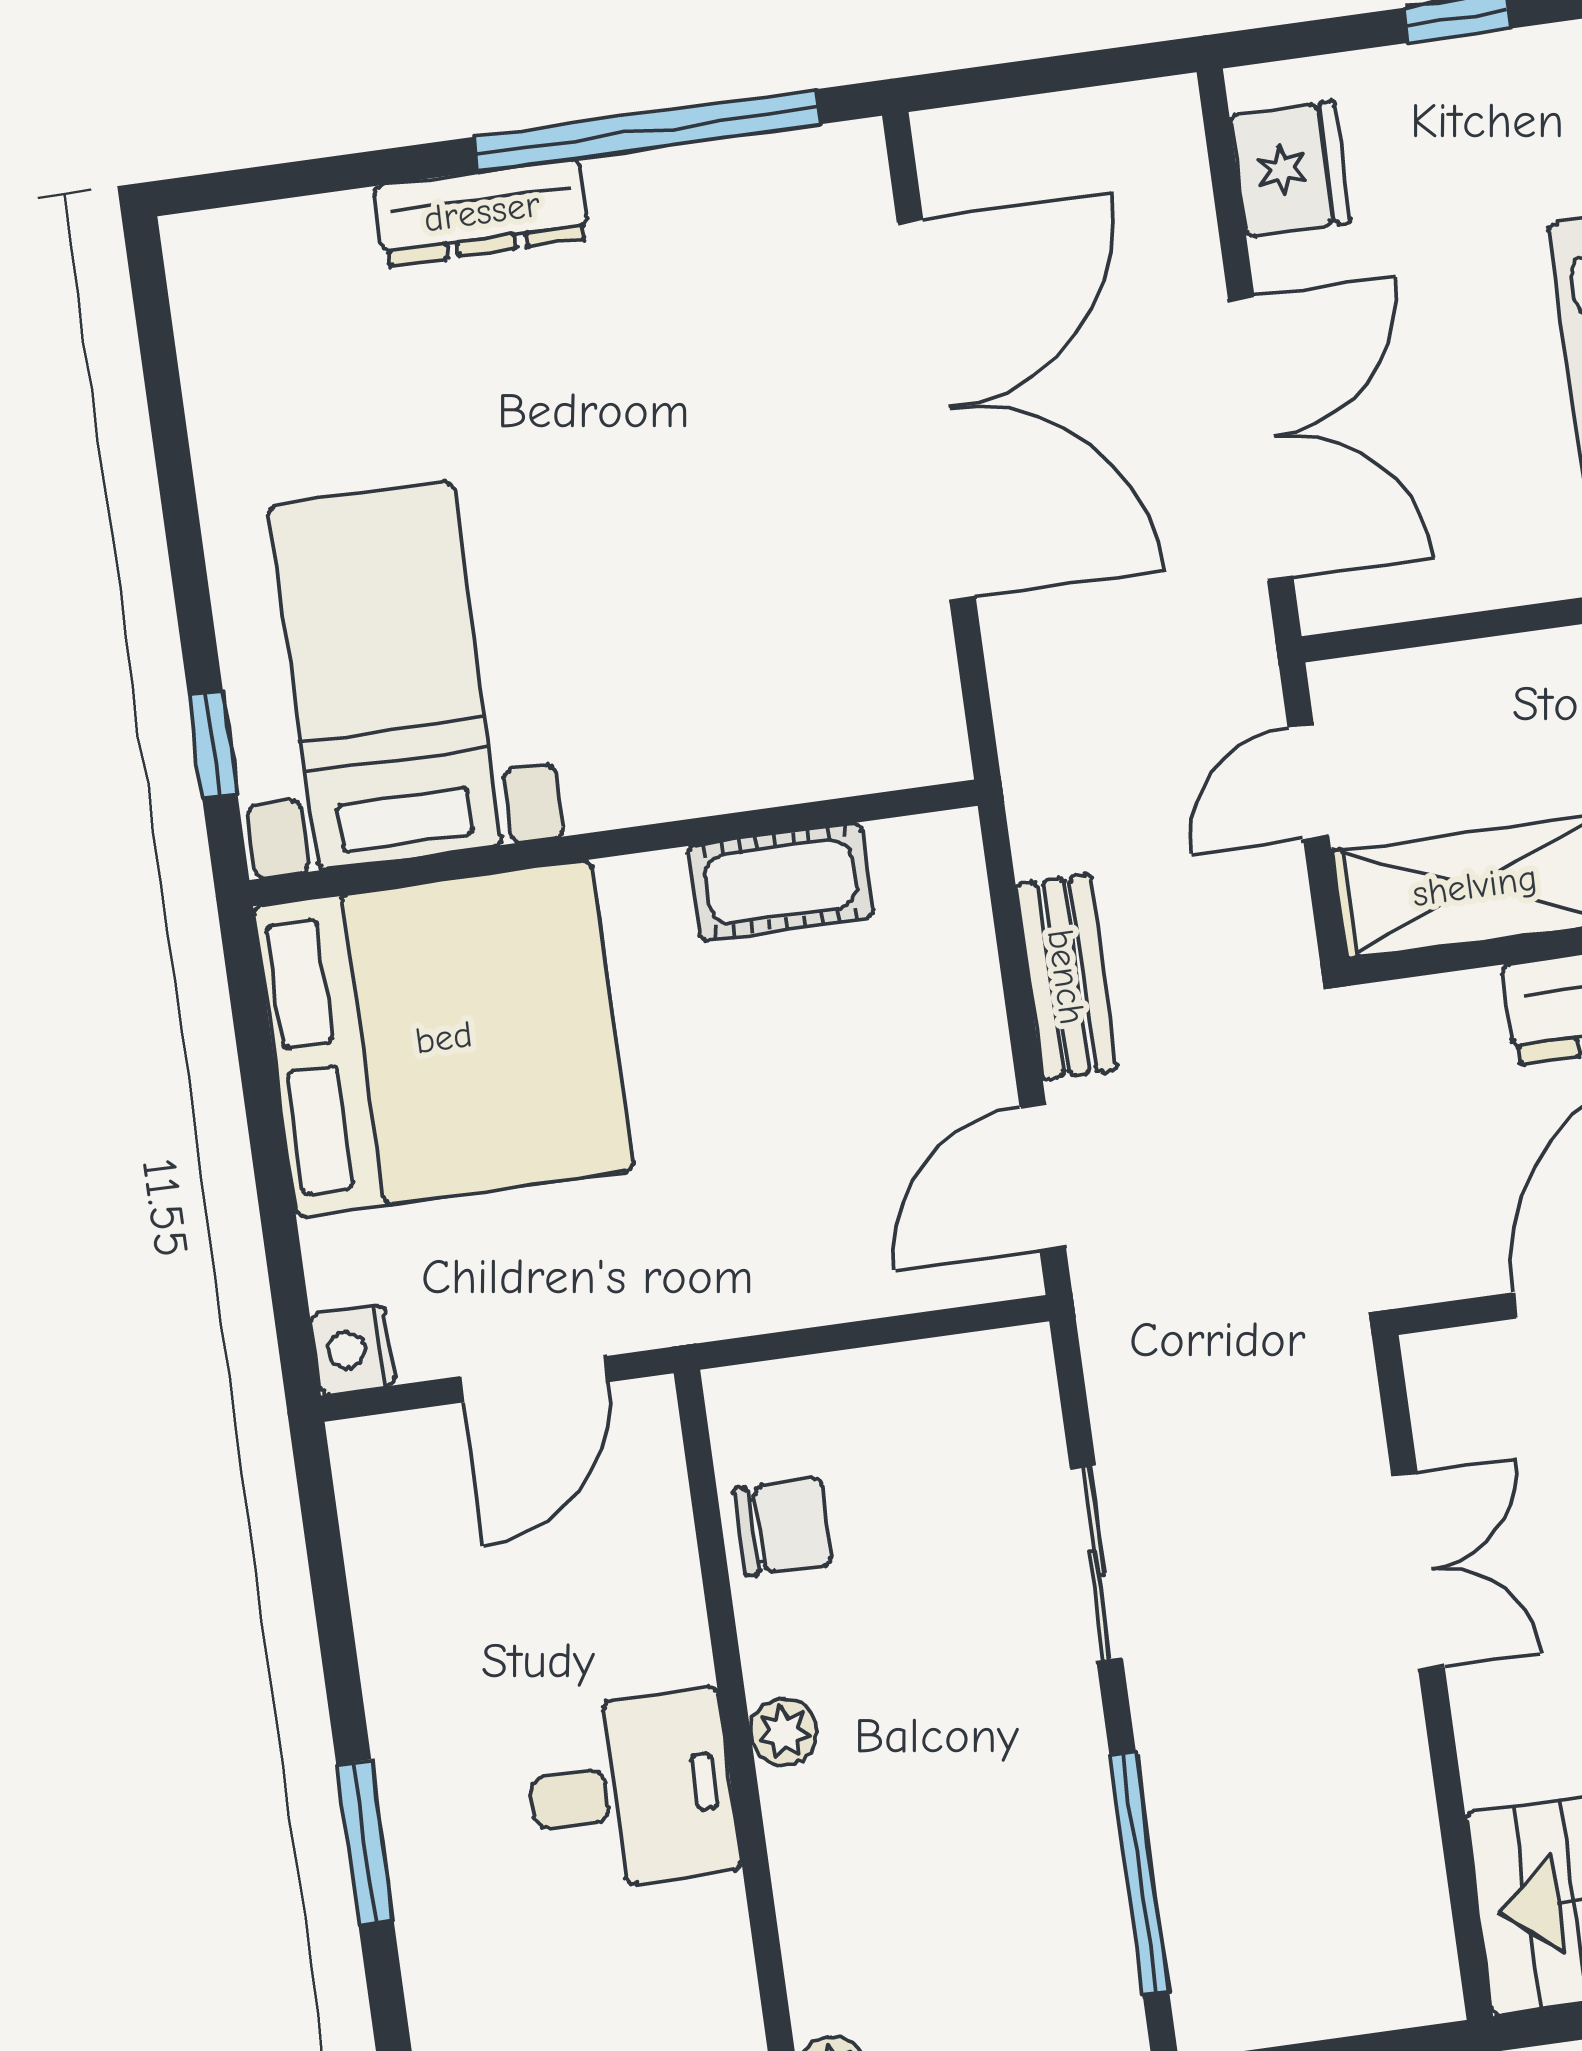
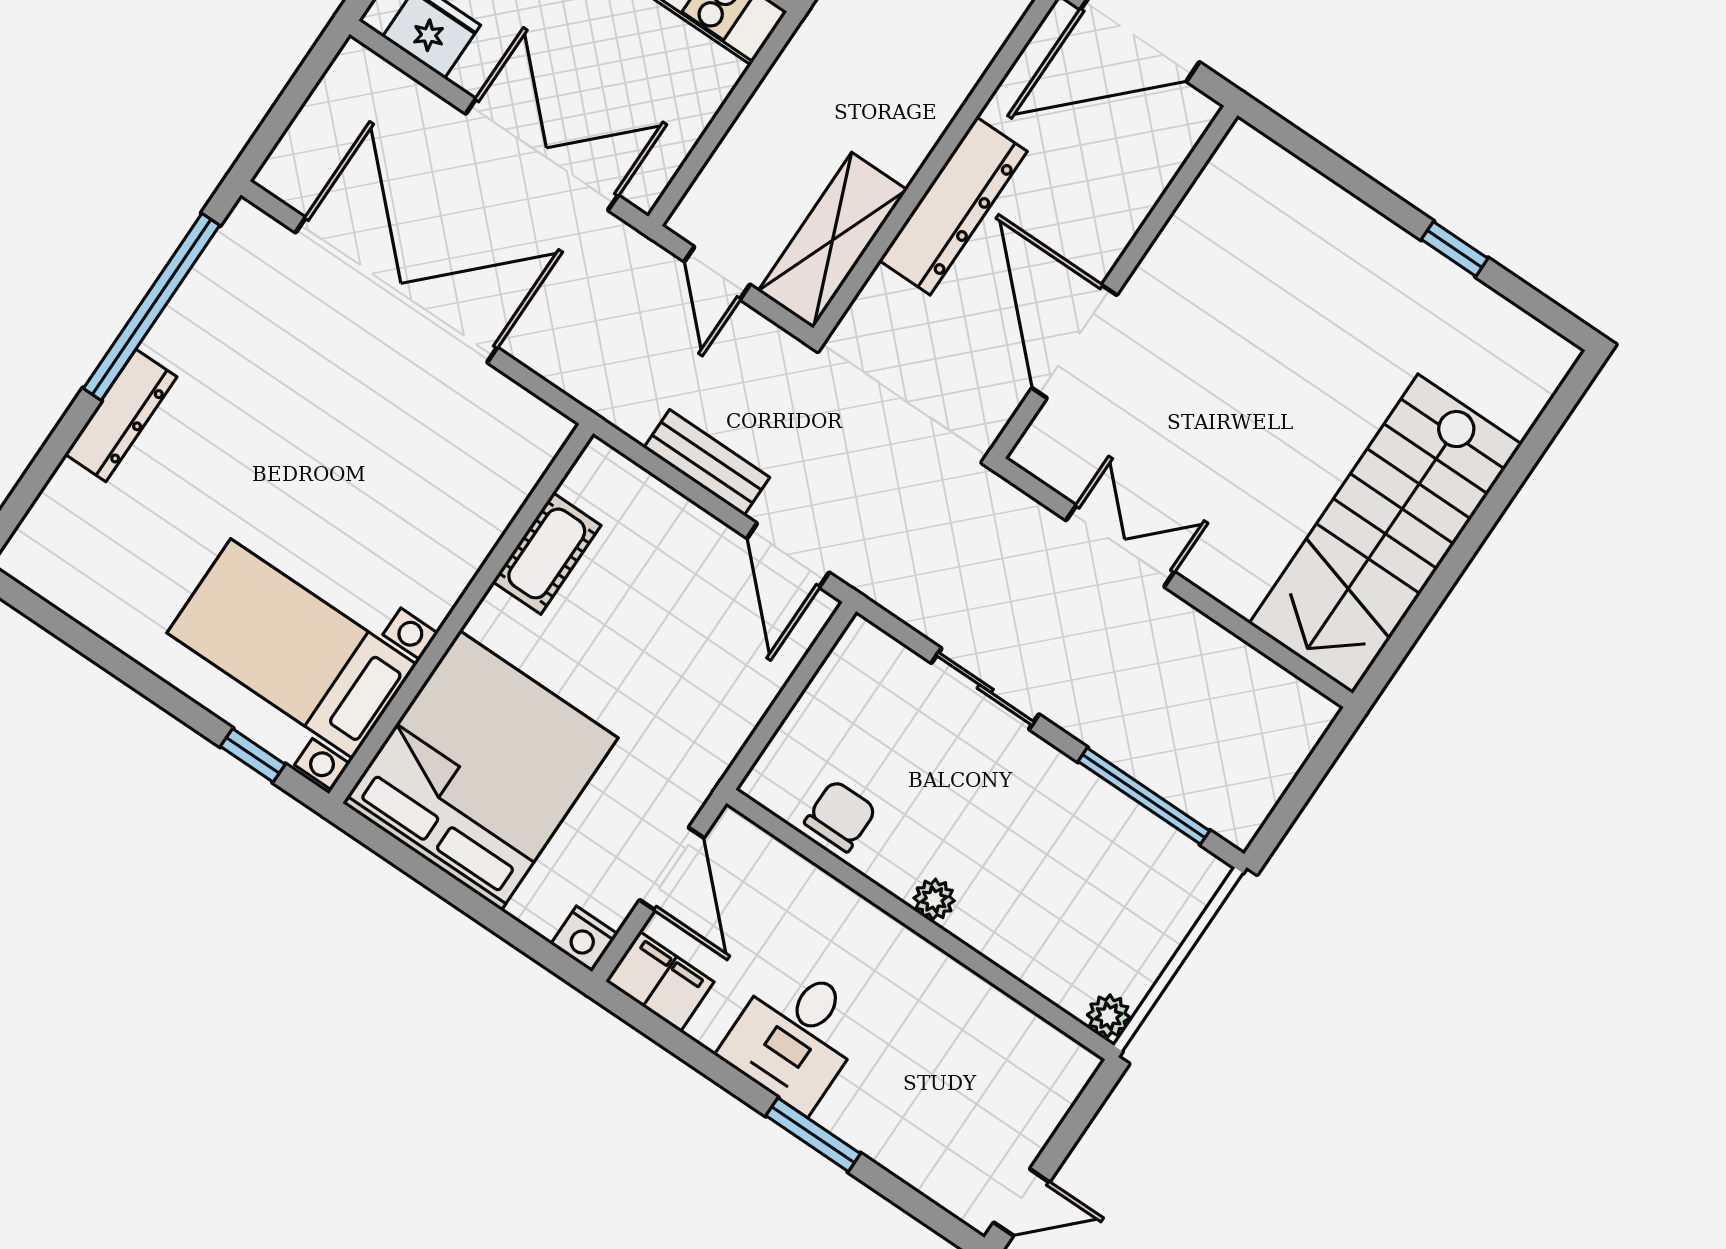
filing cabinet: (383, 1488) -> (660, 982), added
desk: (631, 1791) -> (795, 1036), moved, turned 180

